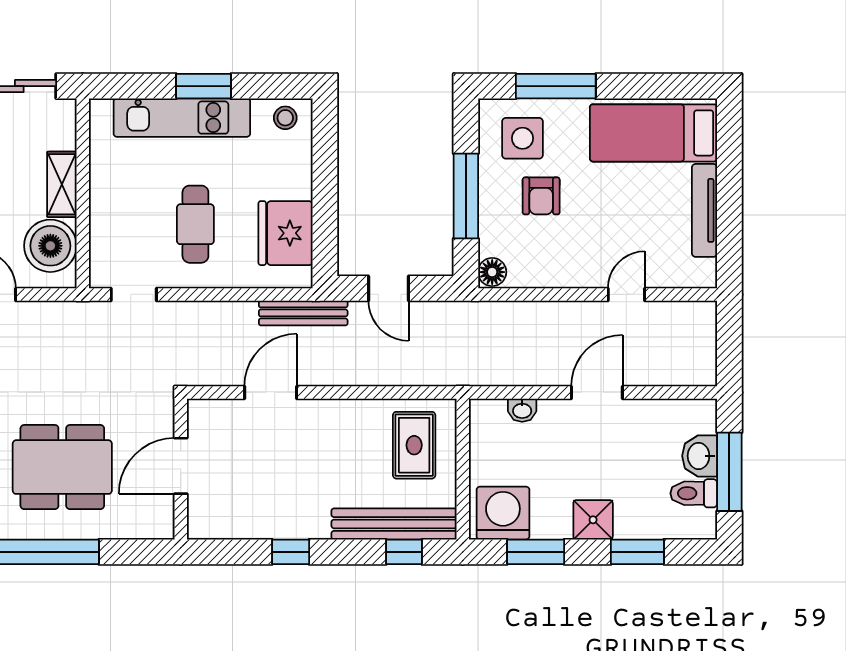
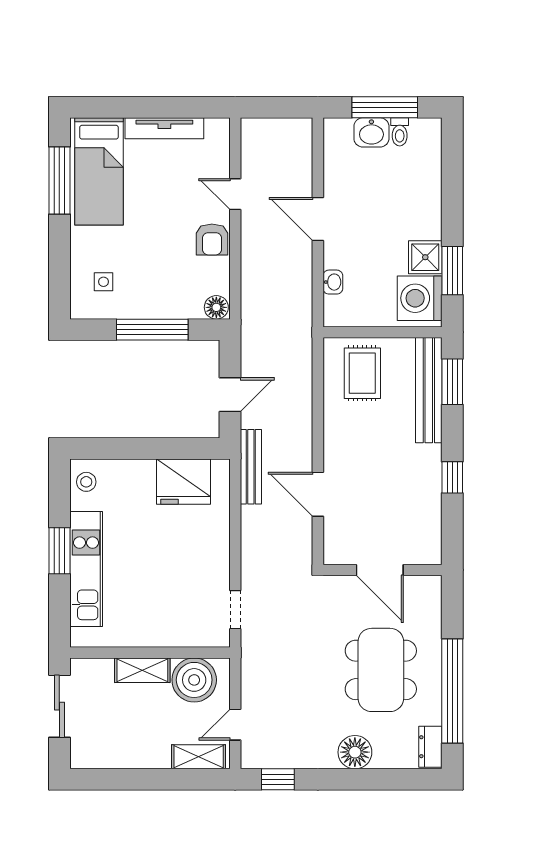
window: (556, 86) -> (59, 181), moved
side table: (522, 138) -> (103, 282), width x0.54, depth x0.54
armchair: (541, 196) -> (212, 239), moved, turned 90
cafe table: (195, 224) -> (176, 558), removed
rug: (414, 445) -> (362, 373), turned 90
toilet: (694, 493) -> (400, 132), width x0.73, depth x0.72
shower: (593, 520) -> (425, 257), moved
window: (404, 552) -> (452, 382), width x1.50
window: (637, 552) -> (452, 185), removed

